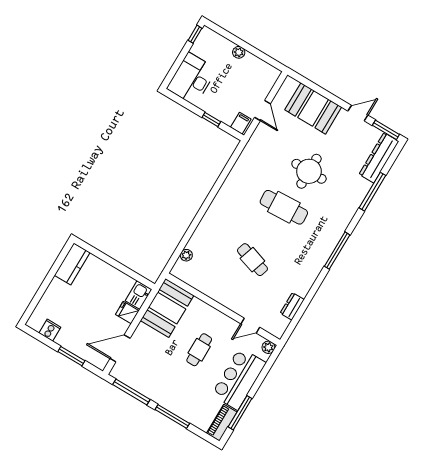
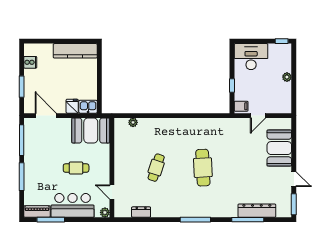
dresser: (379, 158) -> (257, 211), moved
round table: (309, 171) -> (236, 170), removed
kitchen counter: (72, 264) -> (75, 51), width x1.50

